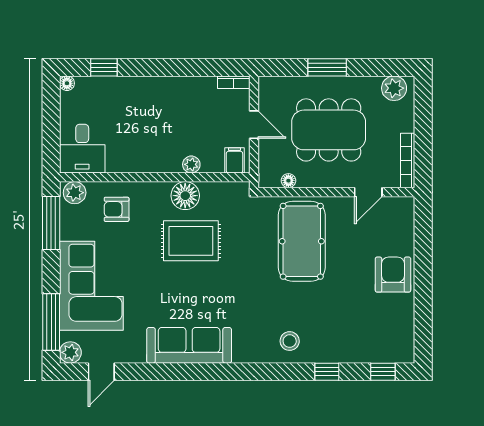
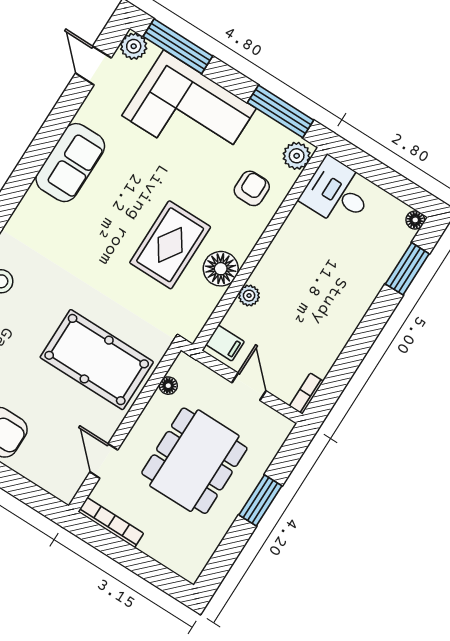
window: (104, 67) -> (407, 269), width x1.50
plant: (394, 88) -> (195, 556), removed
door: (254, 125) -> (249, 387), swing flipped
sofa: (189, 345) -> (70, 163), width x0.73

